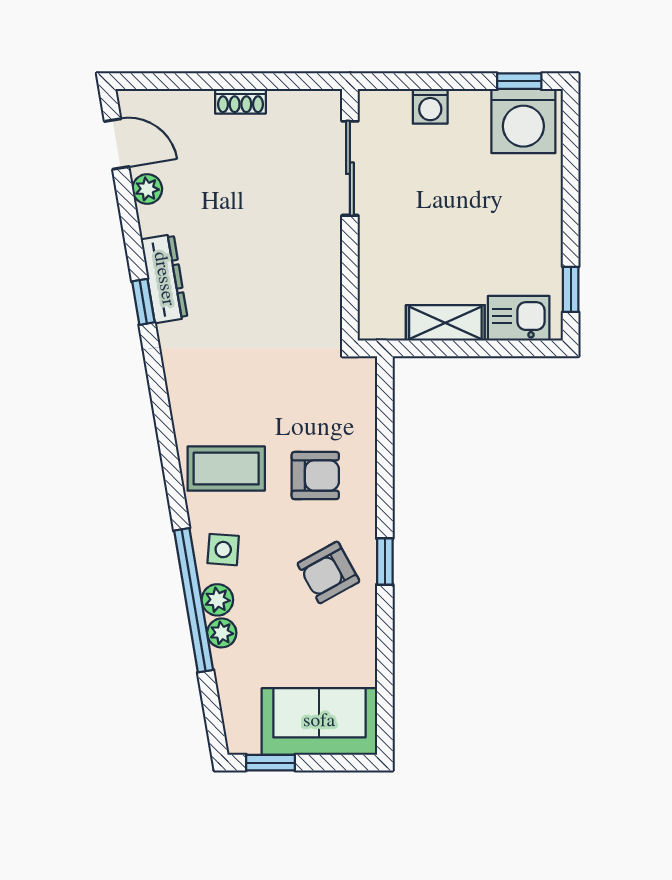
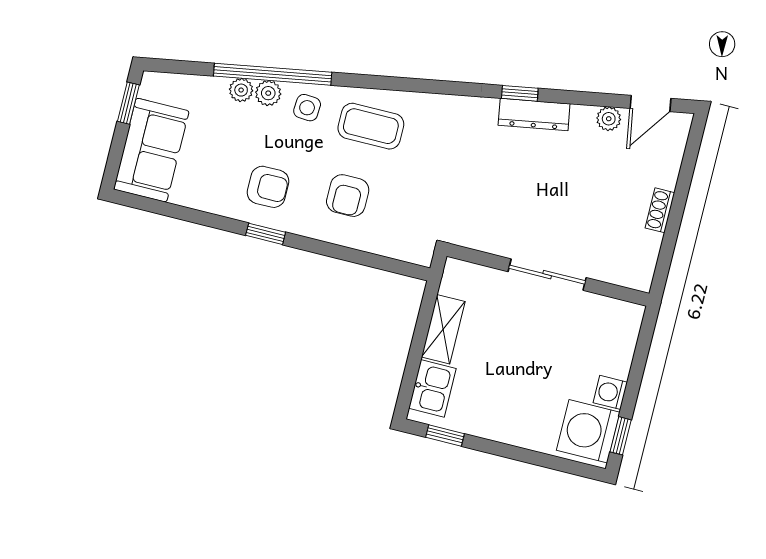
washing machine: (430, 106) -> (610, 392), moved
sliding door: (350, 168) -> (547, 275), moved
coffee table: (226, 469) -> (371, 126), turned 90
armchair: (328, 572) -> (268, 187), turned 119

